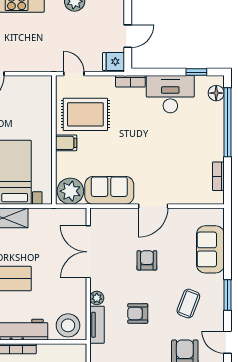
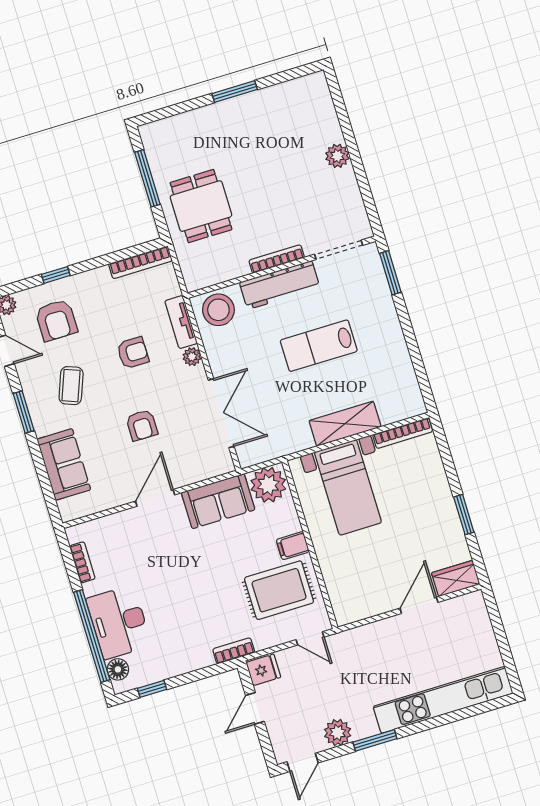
desk: (170, 94) -> (119, 622), moved, turned 90

